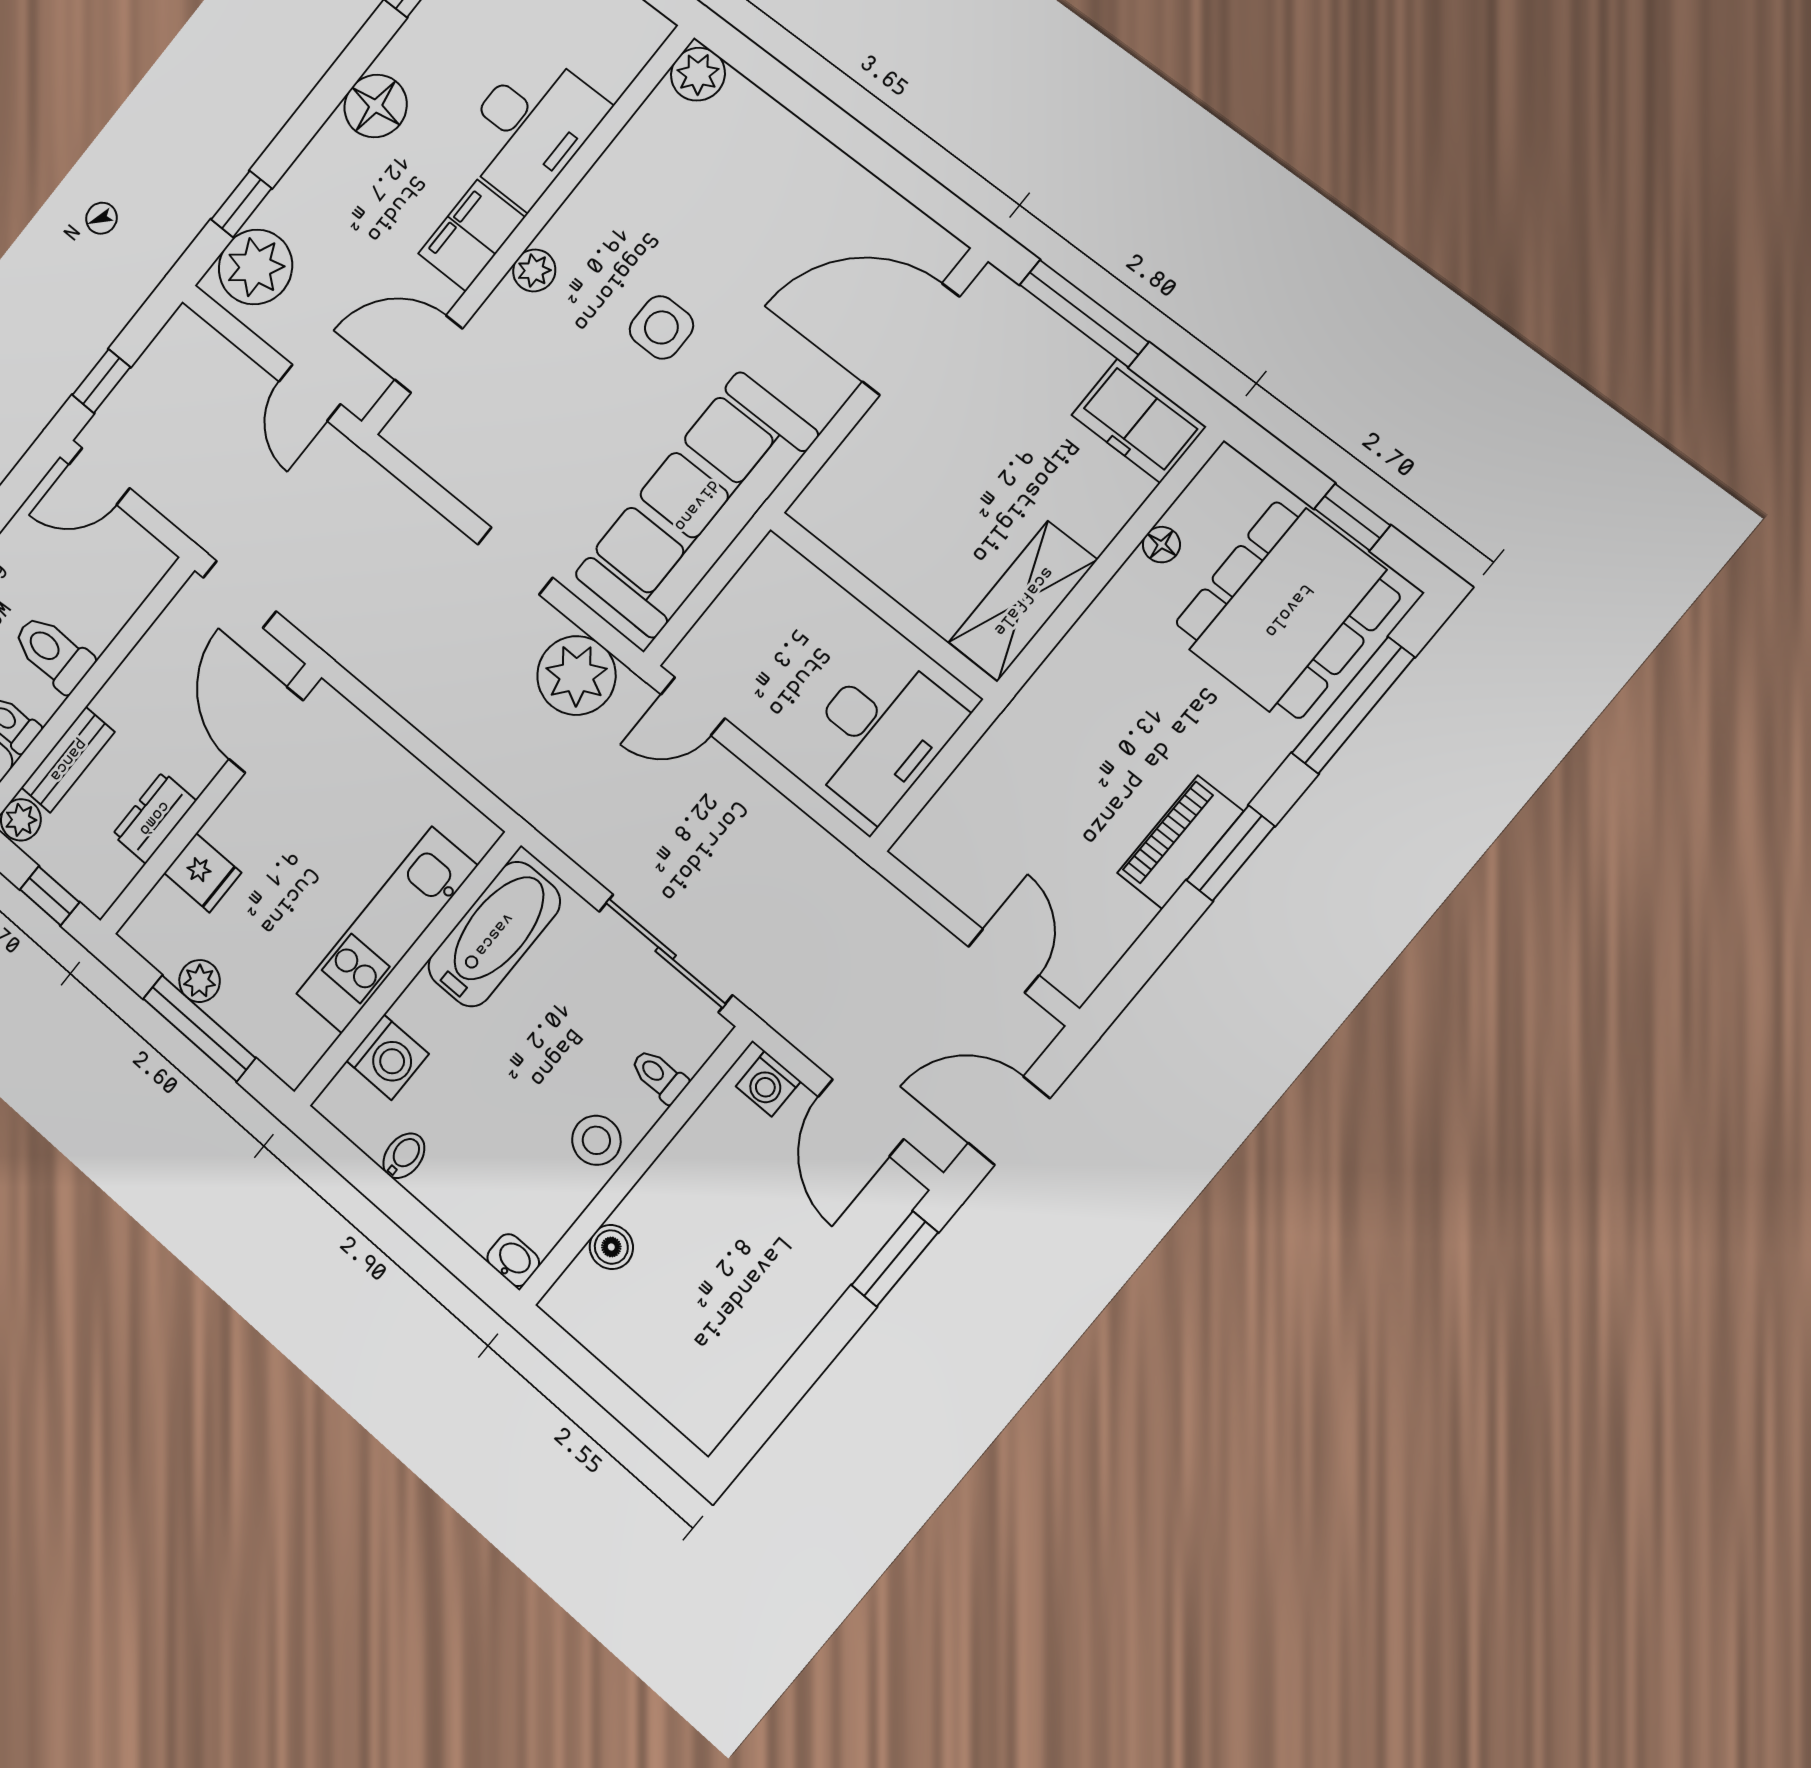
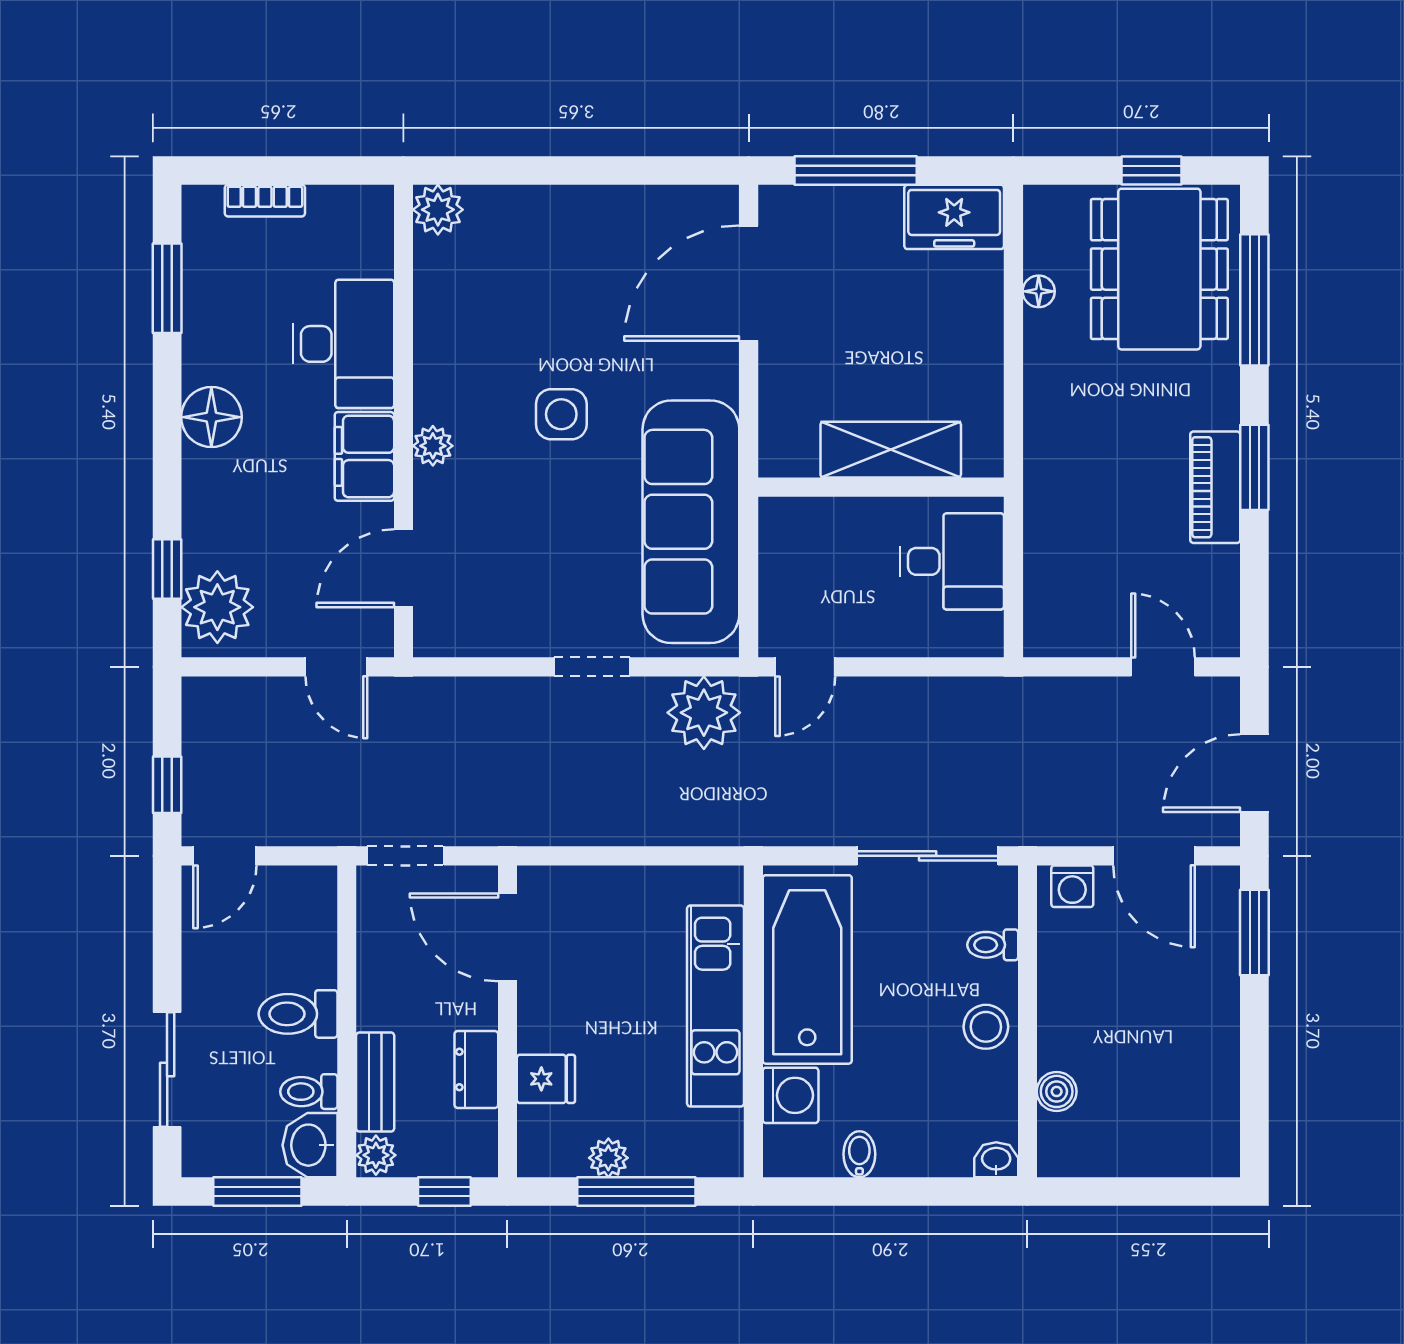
shelving: (1023, 601) -> (891, 450), moved, turned 90
desk: (880, 734) -> (952, 561), width x0.73
bathtub: (494, 934) -> (807, 969), width x1.36, depth x1.36

